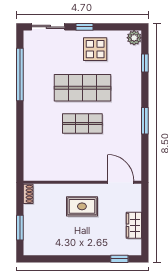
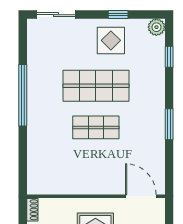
window: (85, 27) -> (118, 15), moved
window: (20, 75) -> (23, 95), moved

